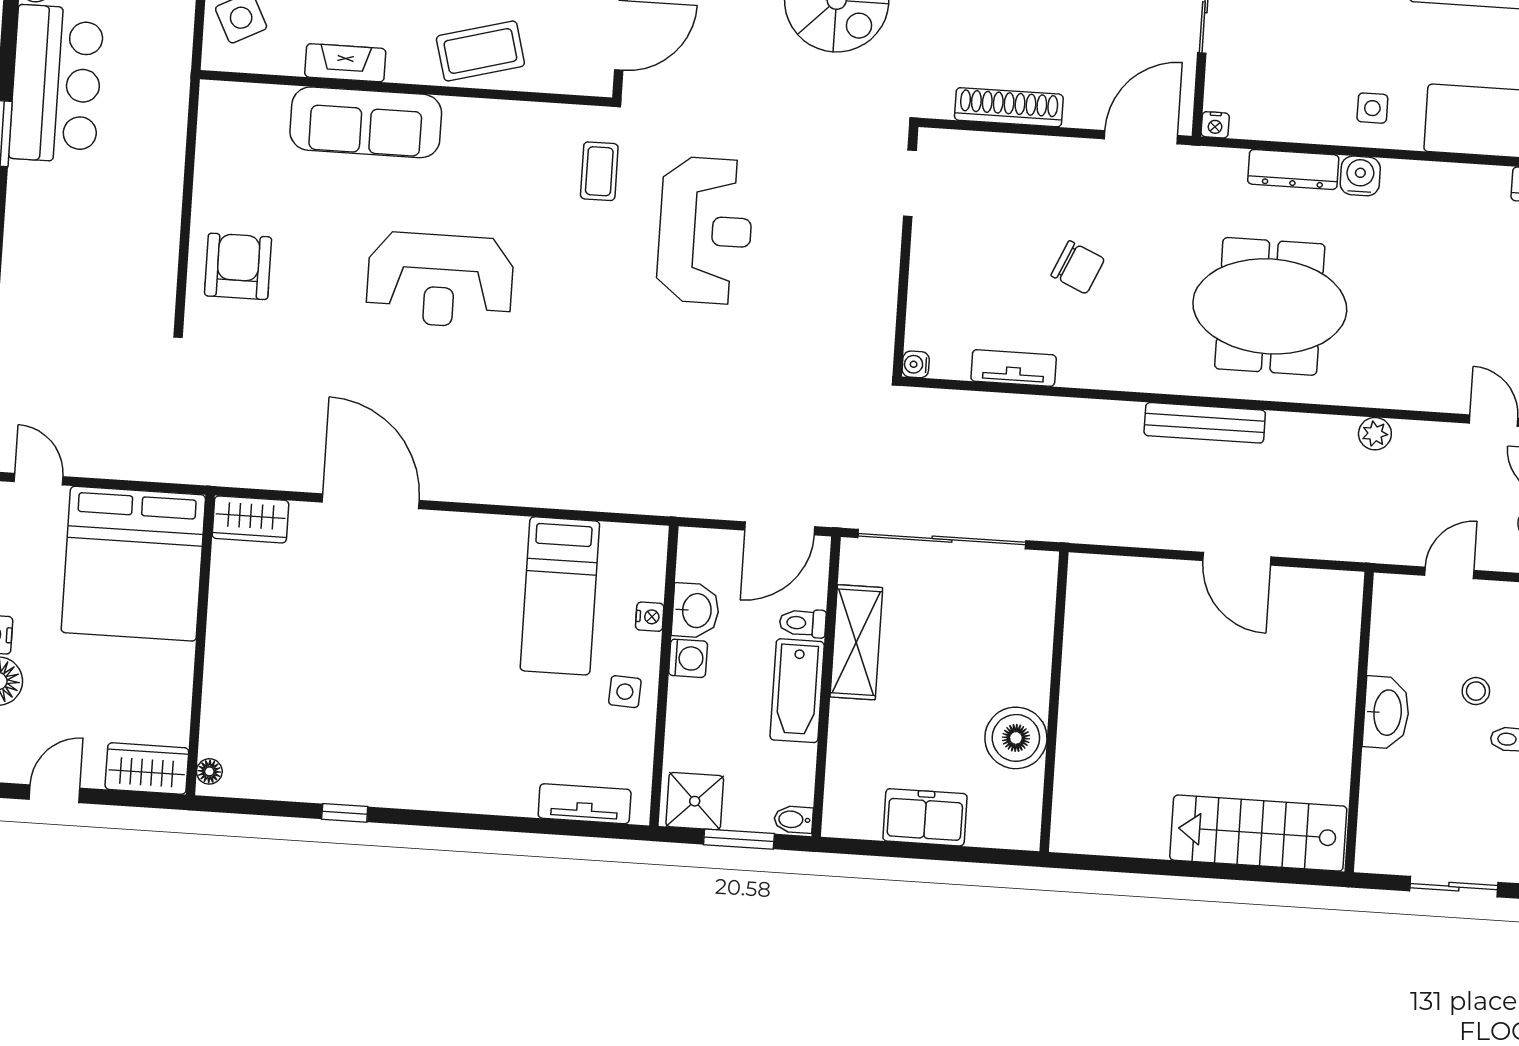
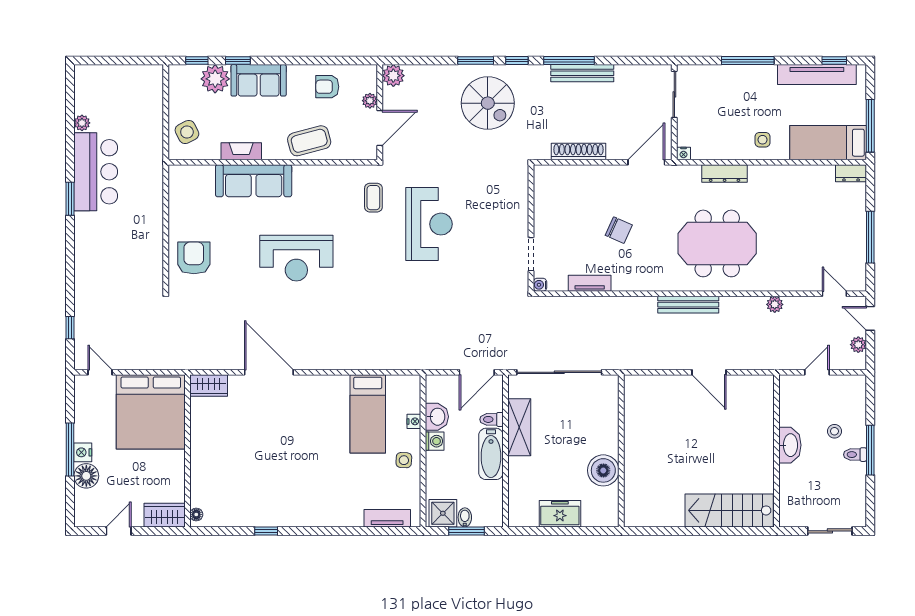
water cooler: (1360, 176) -> (759, 174), removed
doorway: (910, 183) -> (531, 254), moved
bidet: (793, 819) -> (465, 517), moved, turned 90

